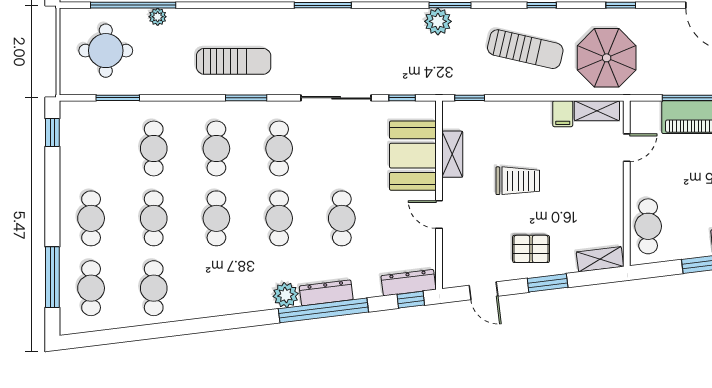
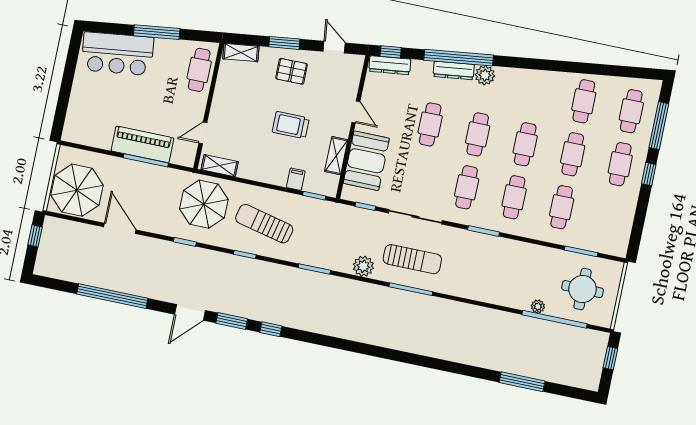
plant: (438, 21) -> (363, 266), moved
sun lounger: (234, 61) -> (412, 259), moved, turned 180
filing cabinet: (563, 114) -> (296, 179), moved
window: (52, 132) -> (649, 174), moved

